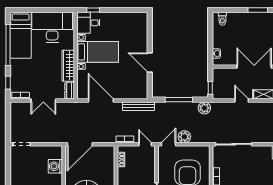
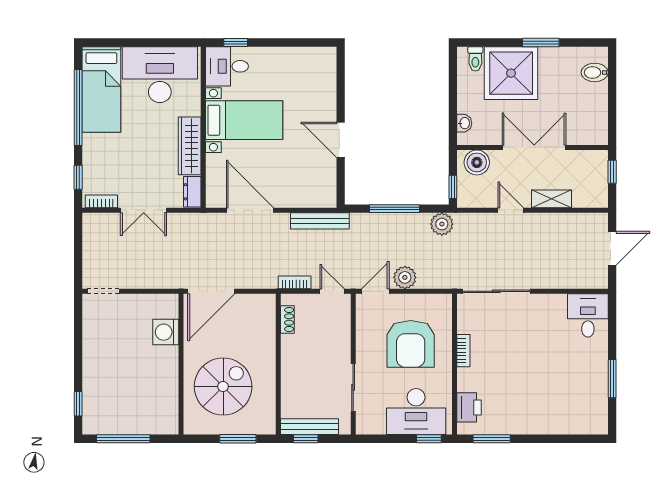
shower: (242, 26) -> (511, 73), added
boiler: (223, 75) -> (477, 162), added

